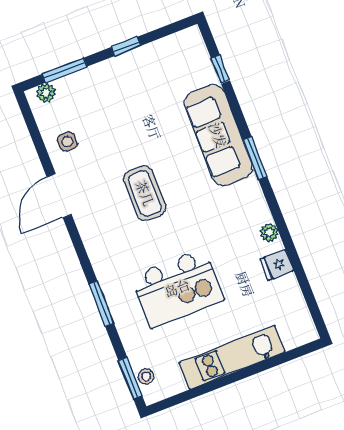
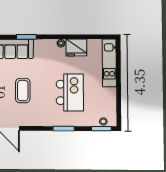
coffee table: (145, 193) -> (23, 91), turned 90
fridge: (277, 265) -> (76, 47), width x1.88, depth x1.34
kitchen unit: (232, 357) -> (109, 63), moved

